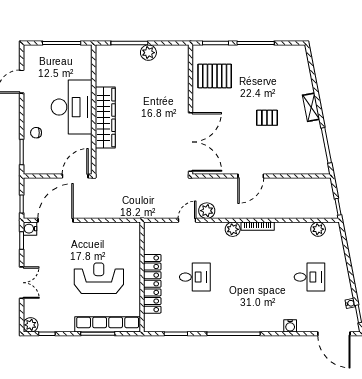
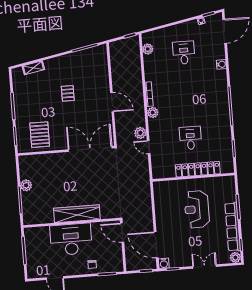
shelving: (311, 107) -> (33, 68), moved
row of seats: (108, 324) -> (233, 227), moved

